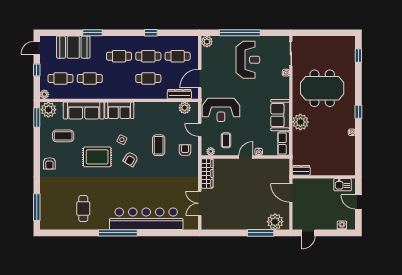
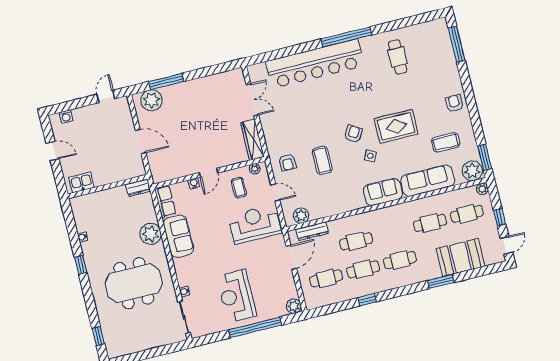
dresser: (301, 170) -> (138, 188), moved
wall: (324, 177) -> (108, 187), moved
kitchen sink: (343, 185) -> (81, 183), moved

